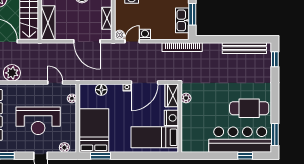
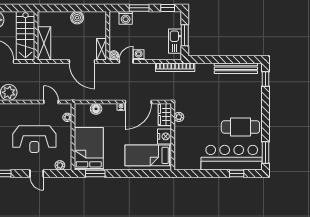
shelving: (107, 18) -> (101, 49), moved

